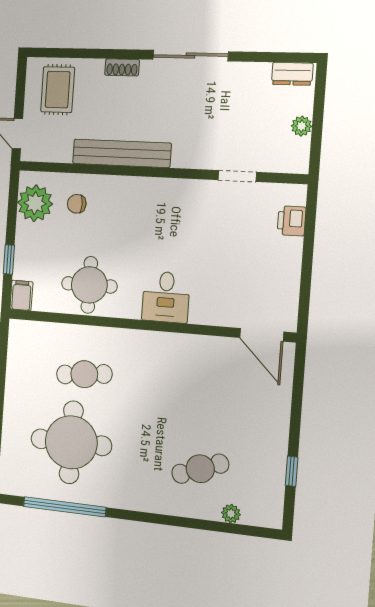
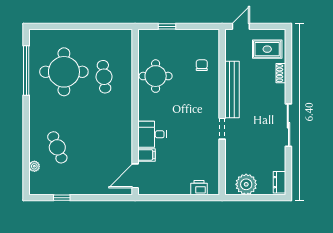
shoe rack: (122, 67) -> (281, 73), moved
plant: (302, 126) -> (246, 184), width x1.88, depth x1.88
doorway: (237, 176) -> (222, 129), moved
plant: (35, 203) -> (201, 40), removed
filing cabinet: (21, 295) -> (146, 155), moved
desk: (166, 297) -> (152, 134), moved

